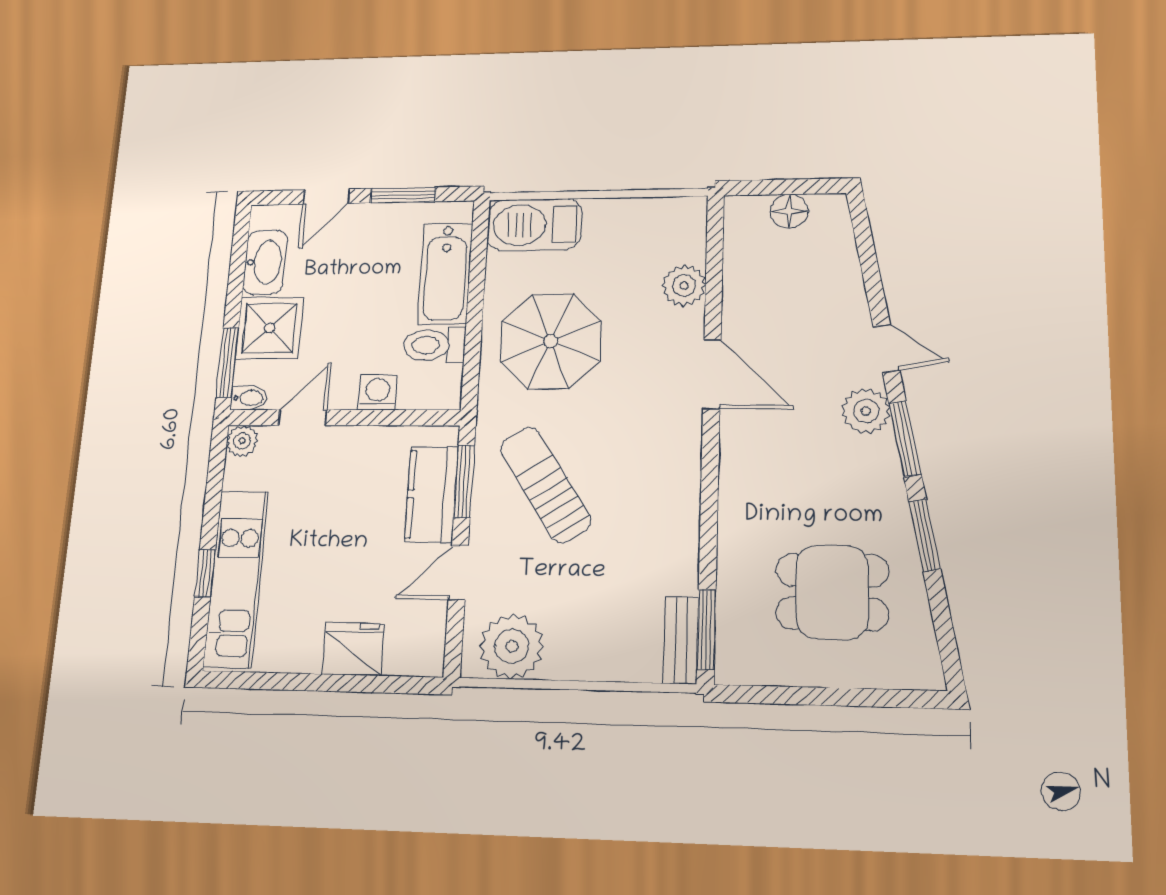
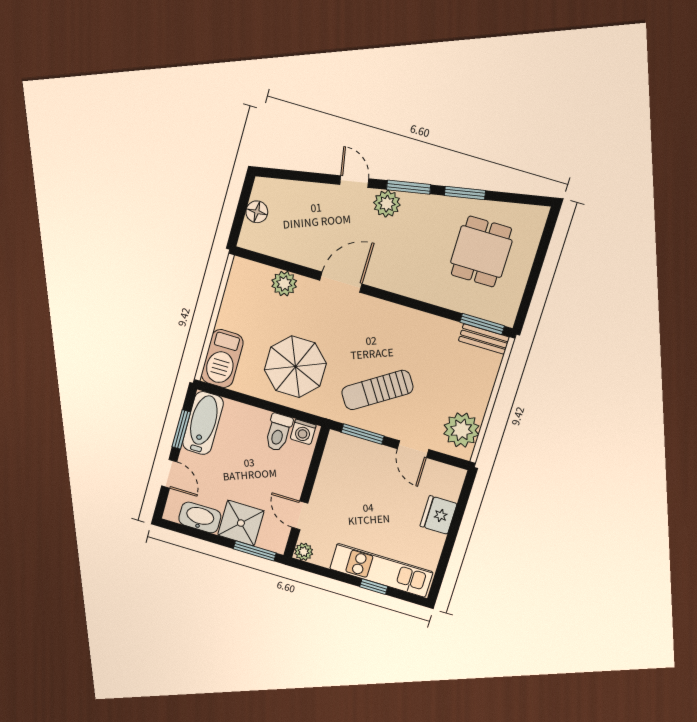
bathtub: (445, 273) -> (203, 423), moved, turned -90
door: (886, 349) -> (354, 182), hinge flipped
washing machine: (378, 392) -> (303, 432), moved, turned -90
bidet: (249, 398) -> (279, 543), removed
kitchen counter: (432, 494) -> (365, 454), removed

